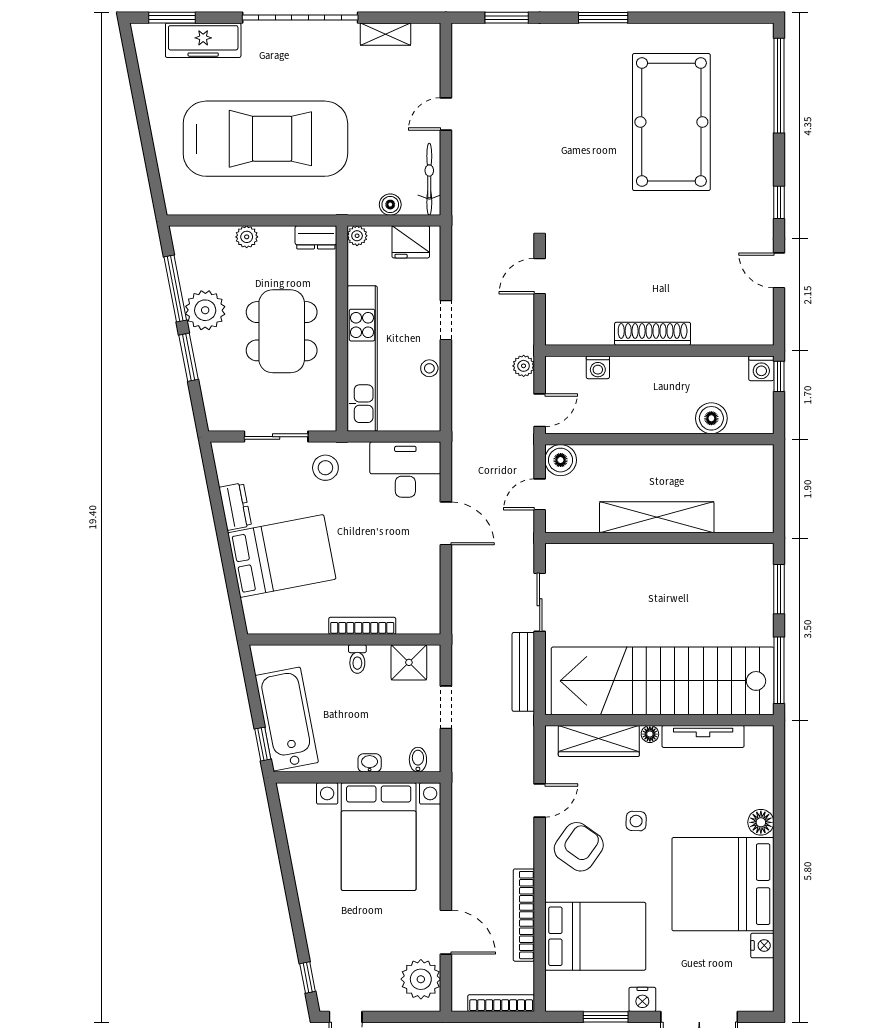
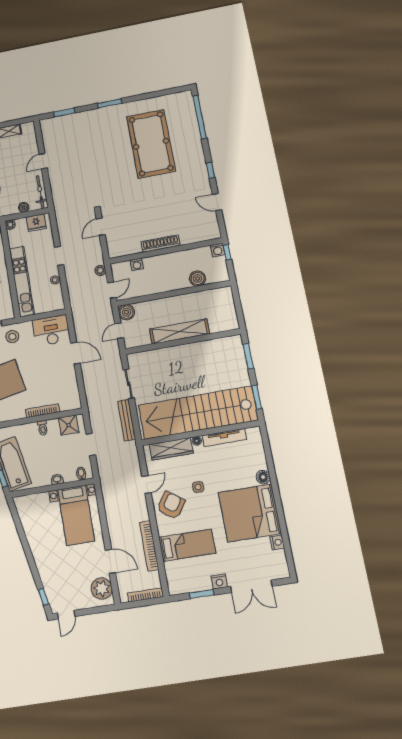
window: (779, 670) -> (257, 397), width x0.69
bed with nightstands: (379, 837) -> (76, 515), width x0.73
bed: (595, 936) -> (187, 545), width x0.67

